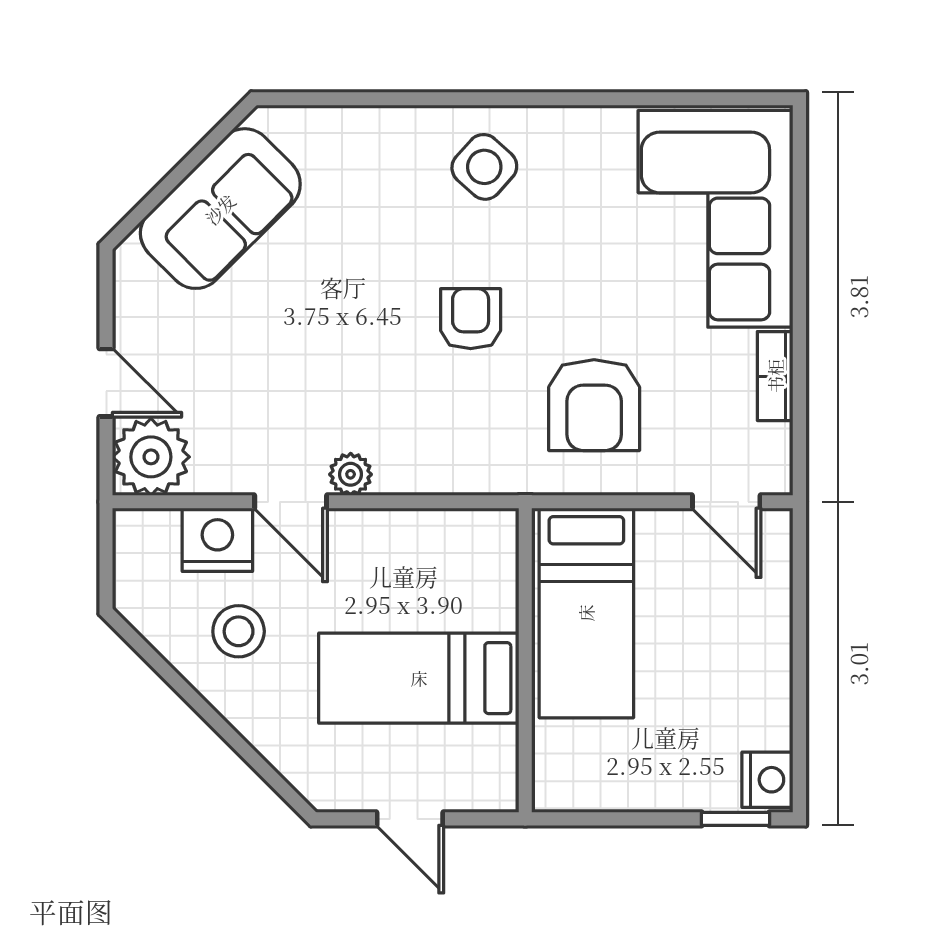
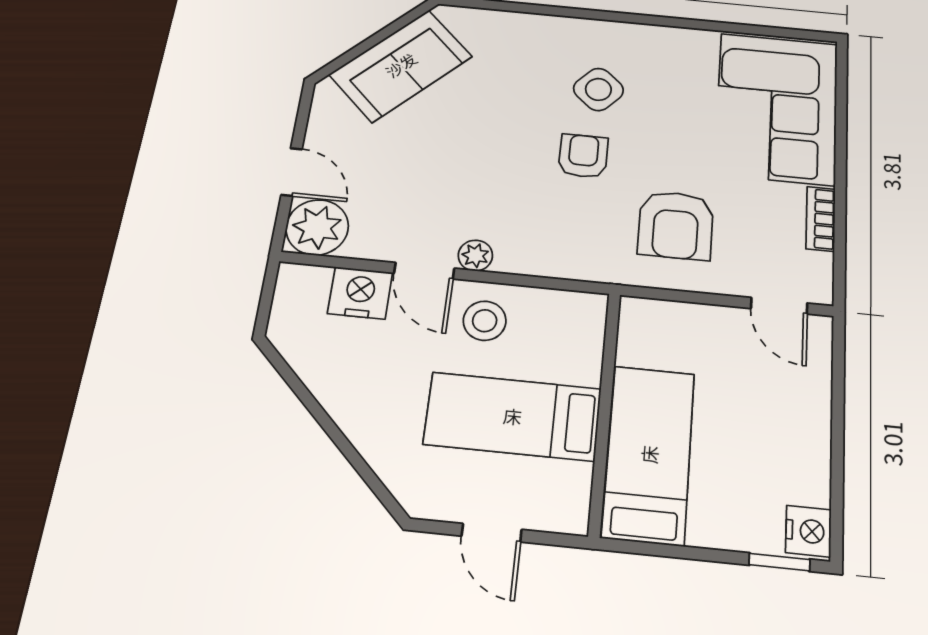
side table: (484, 167) -> (598, 89), moved
bed: (586, 613) -> (649, 454), moved, turned 180
stool: (239, 631) -> (485, 321), moved

